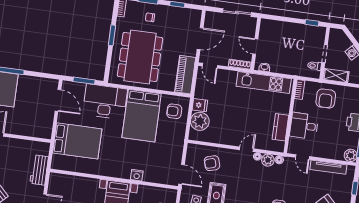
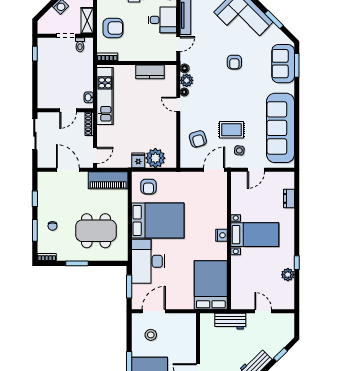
dining table: (140, 57) -> (96, 231), width x0.73, depth x0.80
stool: (36, 95) -> (151, 335), added
desk: (304, 126) -> (162, 20), moved, turned -90
bed: (77, 141) -> (211, 285), moved
nightstand: (137, 175) -> (222, 235), moved

